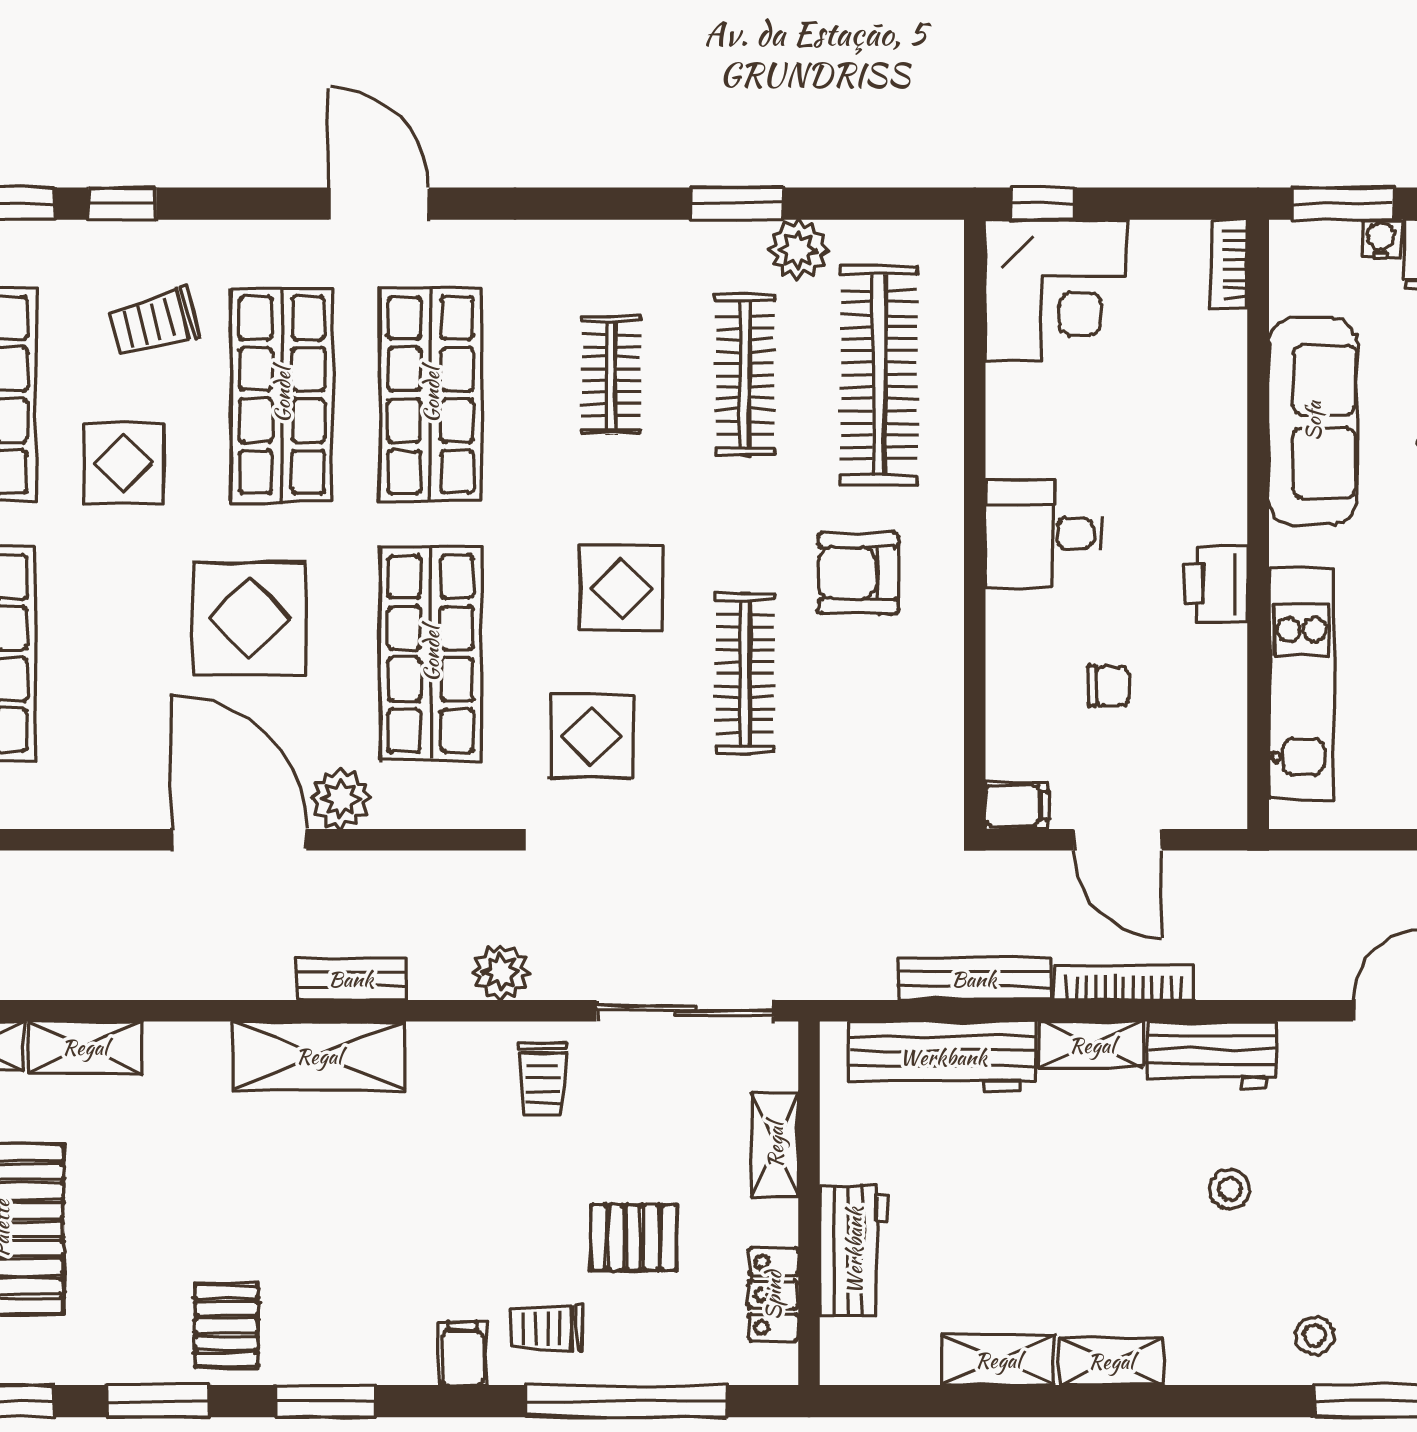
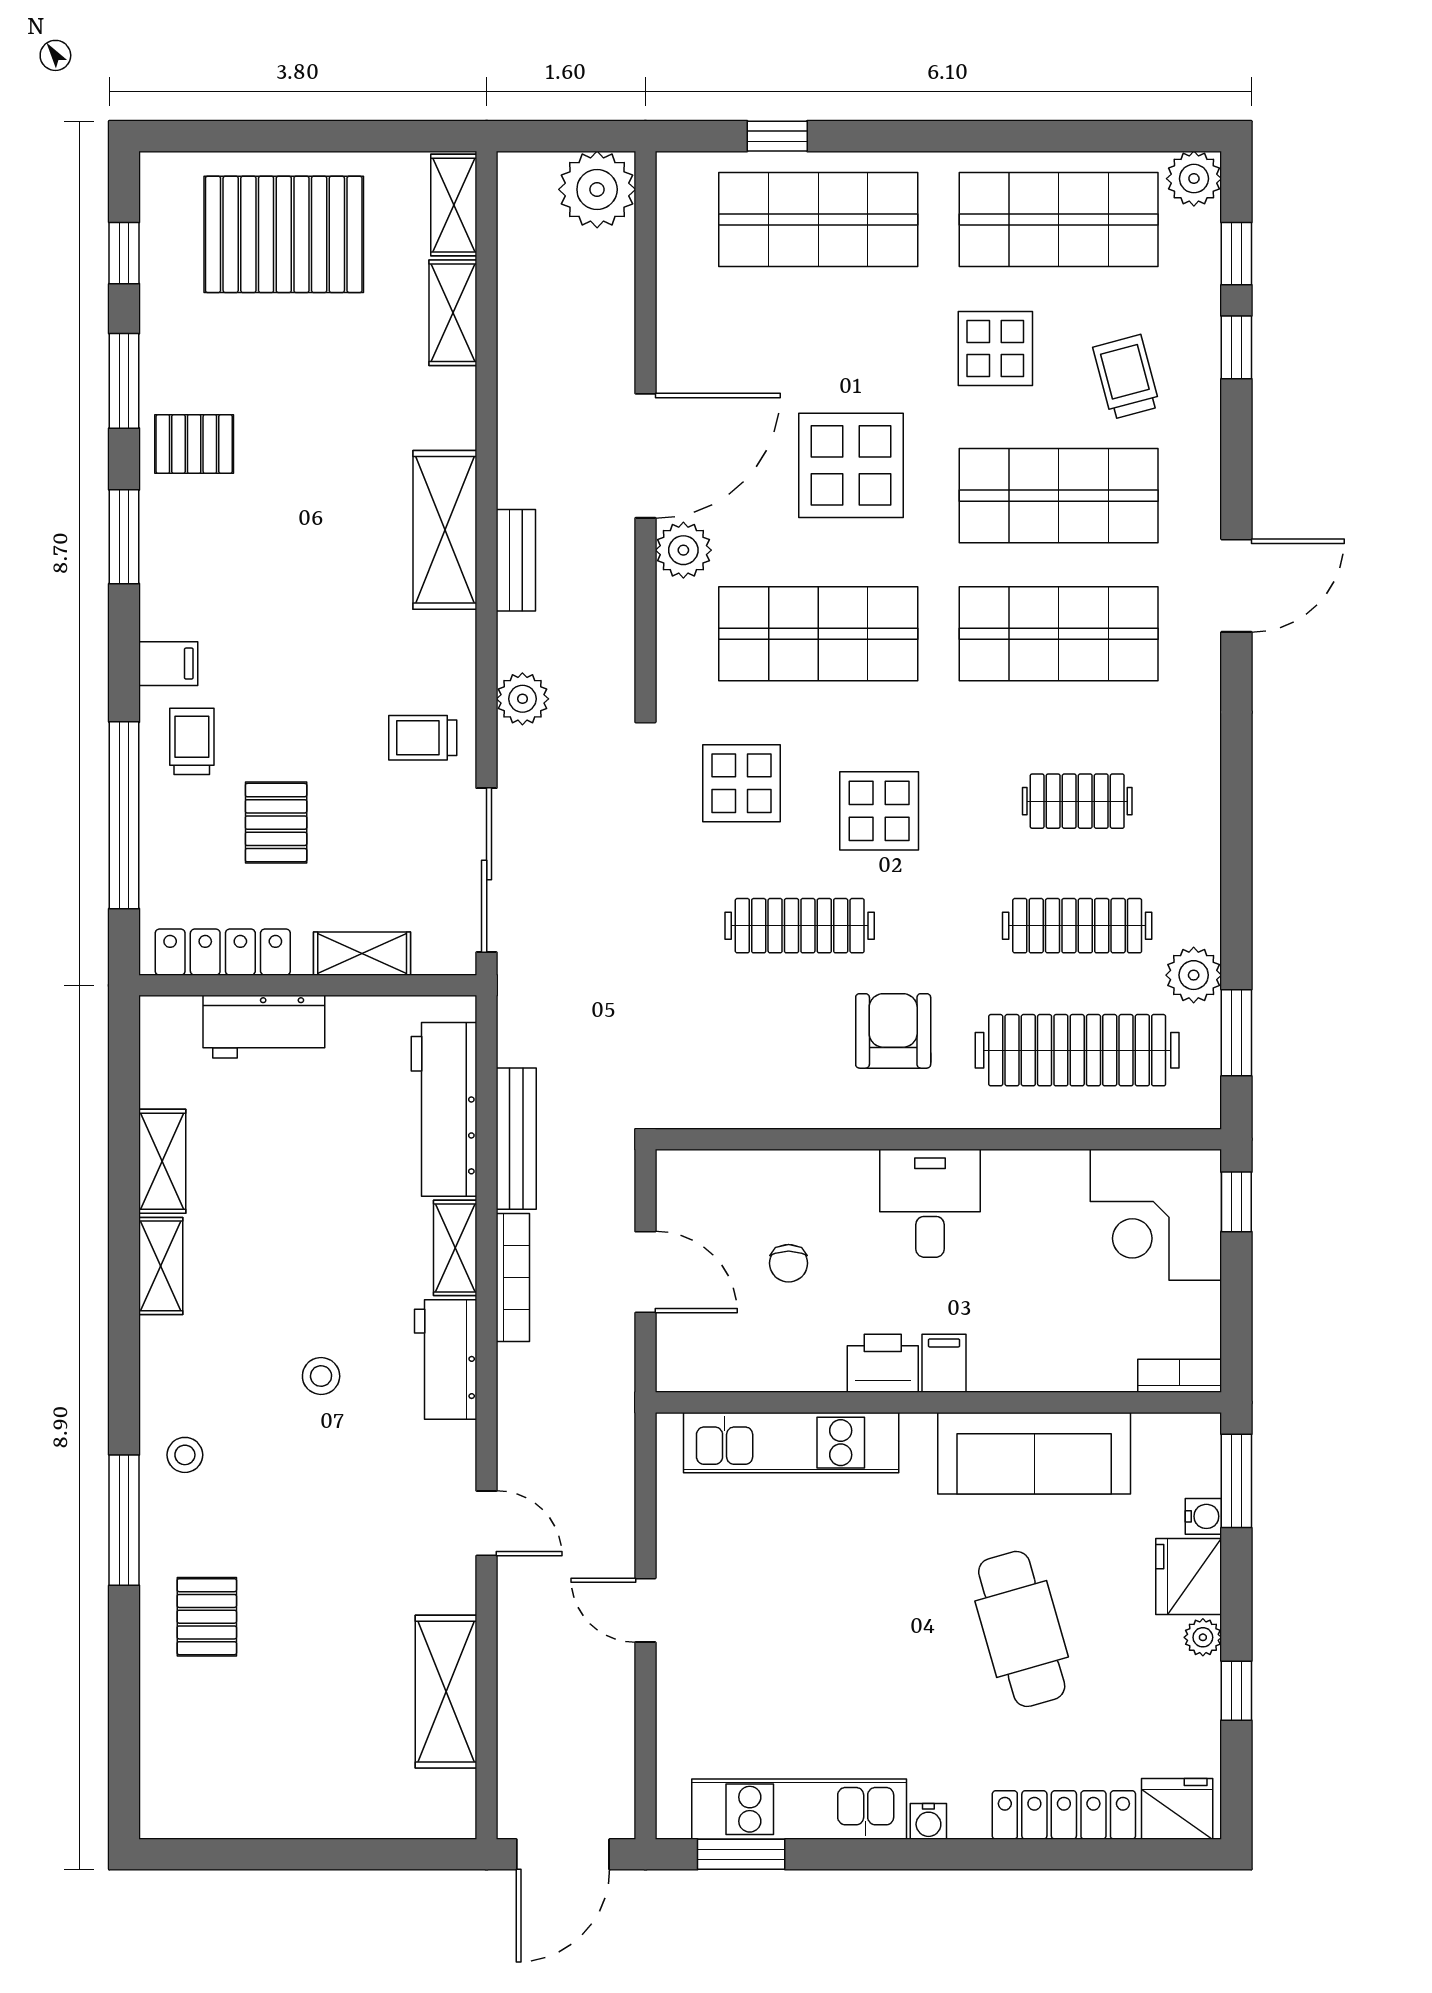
window: (737, 204) -> (1236, 1033), moved
filing cabinet: (1017, 806) -> (944, 1363), moved, turned 180
door: (1118, 840) -> (645, 1272), swing flipped
locker: (773, 1295) -> (223, 952), width x1.53

